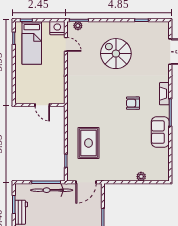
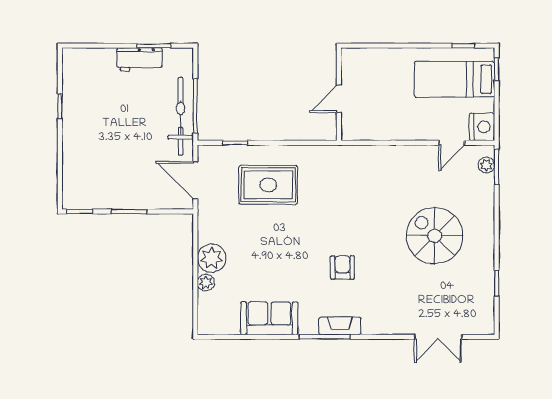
spiral stairs: (116, 54) -> (435, 236), turned -90
fireplace: (164, 94) -> (340, 326), moved
sofa: (160, 132) -> (269, 318), moved
plant: (128, 173) -> (212, 258), added

